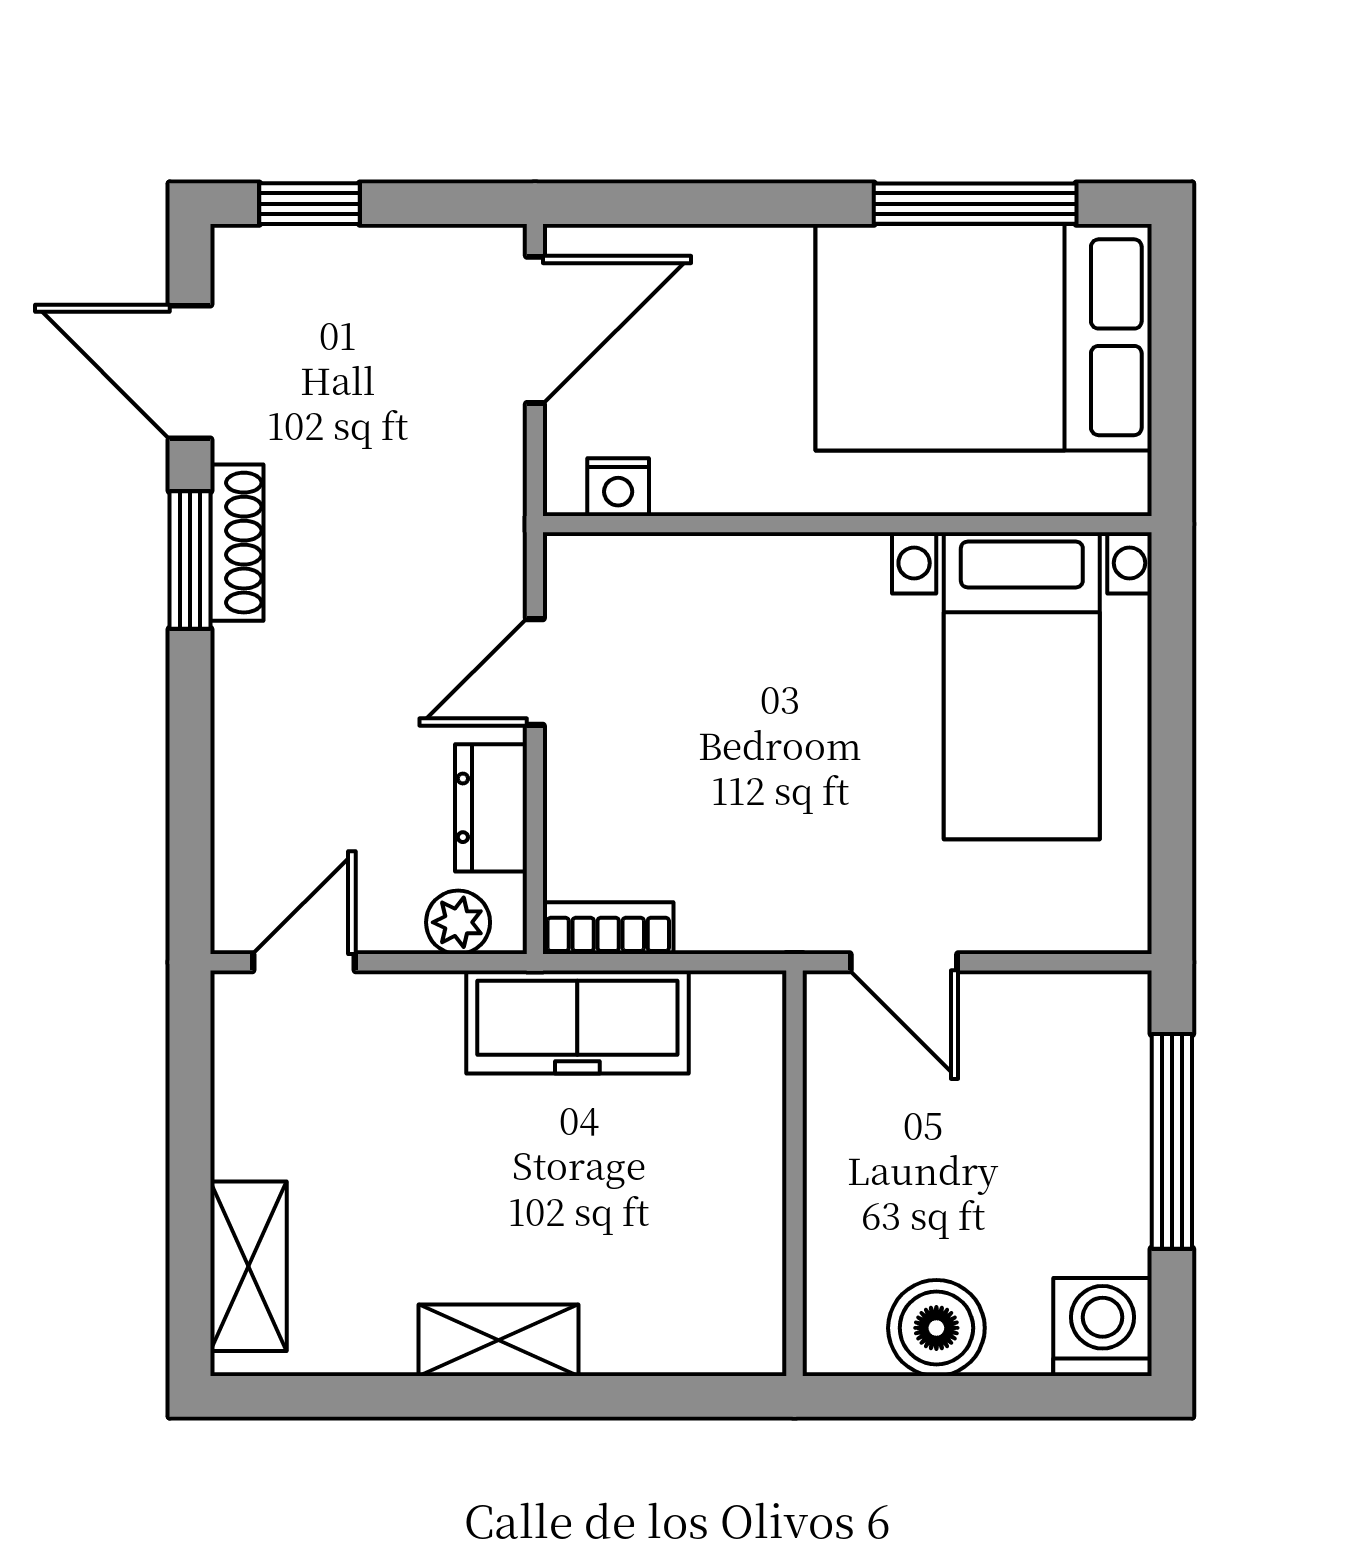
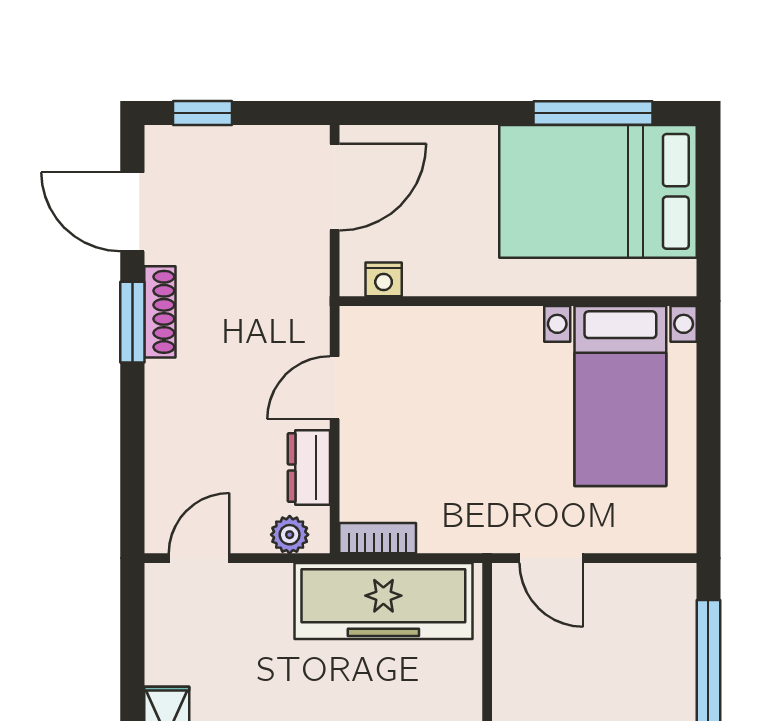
freezer: (577, 1022) -> (383, 601), width x1.36, depth x1.26

